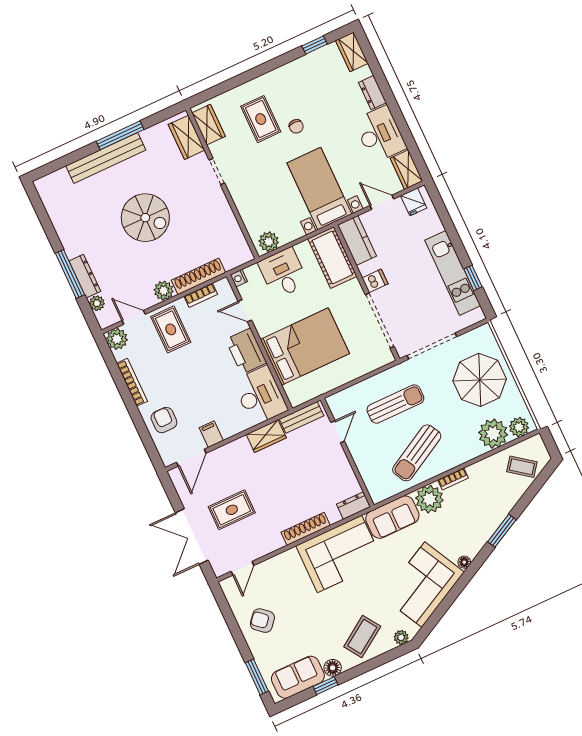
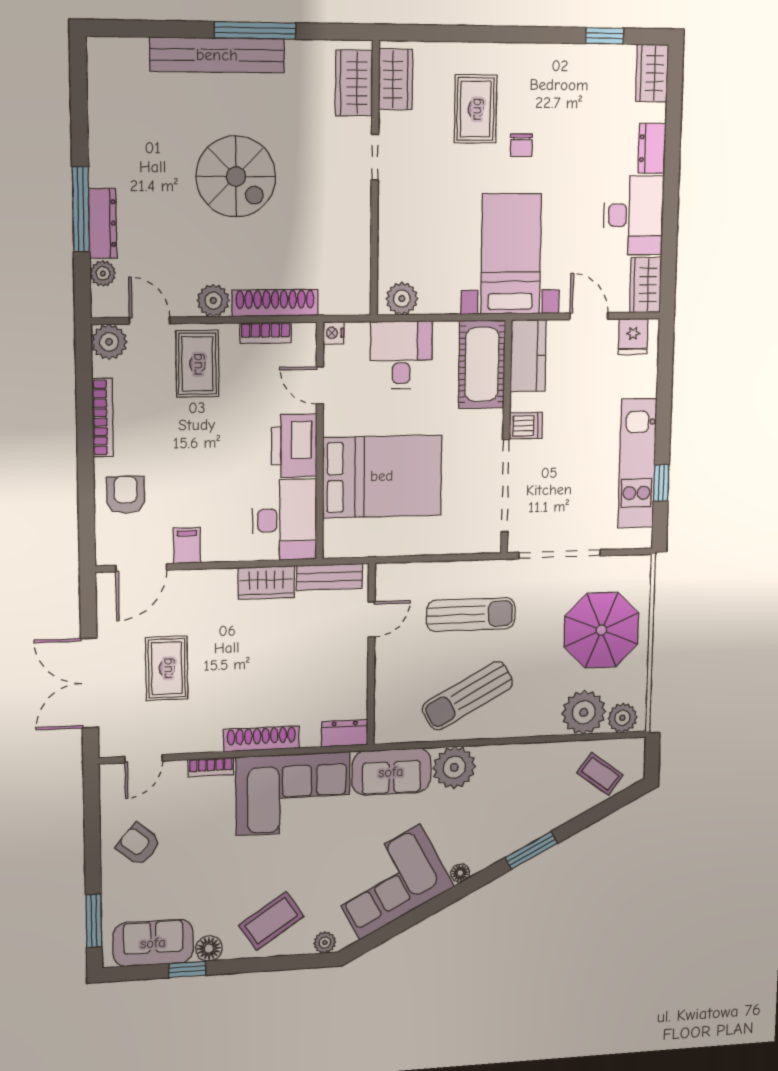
bookcase: (453, 479) -> (211, 767), moved
rug: (232, 510) -> (167, 668), turned 90

